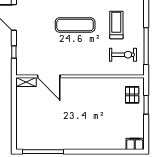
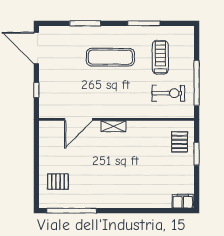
door: (49, 76) -> (79, 119), hinge flipped
shelving: (26, 82) -> (113, 126), moved
pallet: (32, 128) -> (58, 182), added

